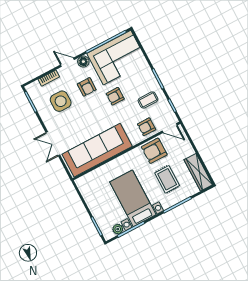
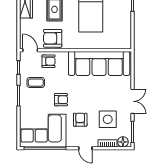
floor lamp: (83, 62) -> (123, 142), moved
double door: (53, 144) -> (132, 101), moved
armchair: (154, 151) -> (53, 38), turned 180

